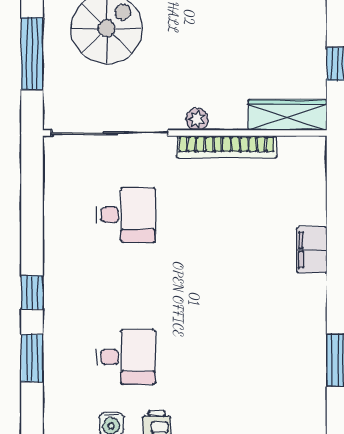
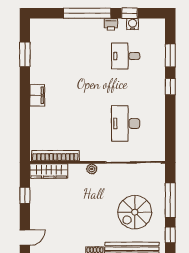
bookcase: (227, 147) -> (55, 156), moved
desk: (126, 215) -> (126, 123), width x1.37
filing cabinet: (312, 250) -> (37, 95), moved

